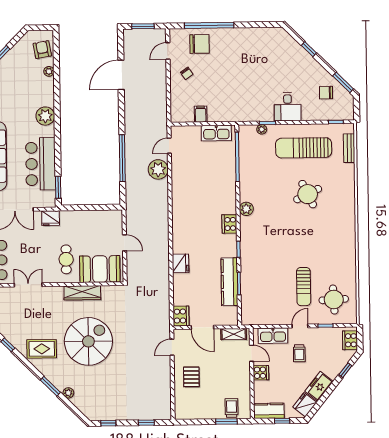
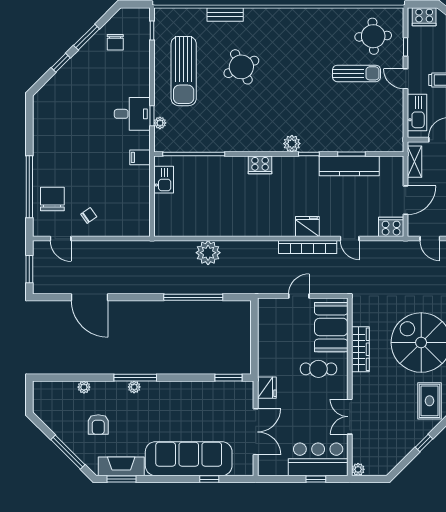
armchair: (42, 50) -> (98, 424), moved, turned -80
window: (343, 82) -> (87, 37), moved
desk: (288, 107) -> (132, 114), moved
window: (57, 112) -> (135, 378), added
filing cabinet: (201, 114) -> (140, 157), moved
plant: (45, 116) -> (134, 387), width x0.53, depth x0.53
kitchen sink: (216, 133) -> (164, 180), width x0.73
door: (169, 146) -> (350, 239), moved
bench: (349, 148) -> (225, 14), moved
bar counter: (41, 164) -> (199, 399), removed
plant: (246, 209) -> (292, 144), moved
cooker: (229, 224) -> (260, 165), moved
bookcase: (164, 249) -> (308, 247), added
fridge: (180, 263) -> (307, 226), moved

